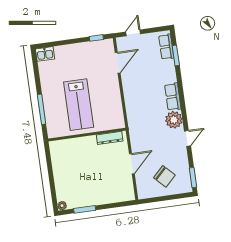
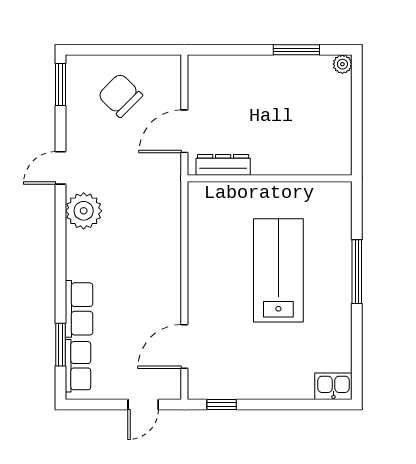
row of seats: (173, 97) -> (79, 309), moved
wall: (87, 135) -> (270, 178), moved
dresser: (110, 138) -> (223, 165), moved

